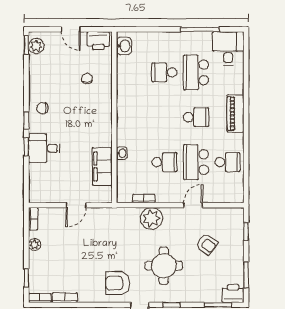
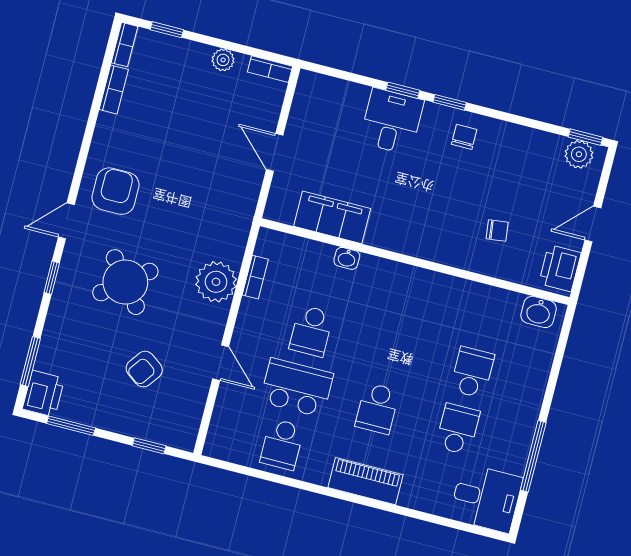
school desk: (196, 72) -> (458, 429), width x0.54
round table: (164, 266) -> (125, 282), turned -38

